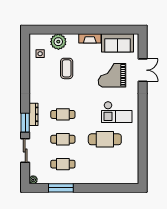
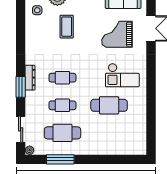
sliding door: (25, 150) -> (21, 129), moved
cafe table: (63, 164) -> (62, 133), width x1.37, depth x1.35

